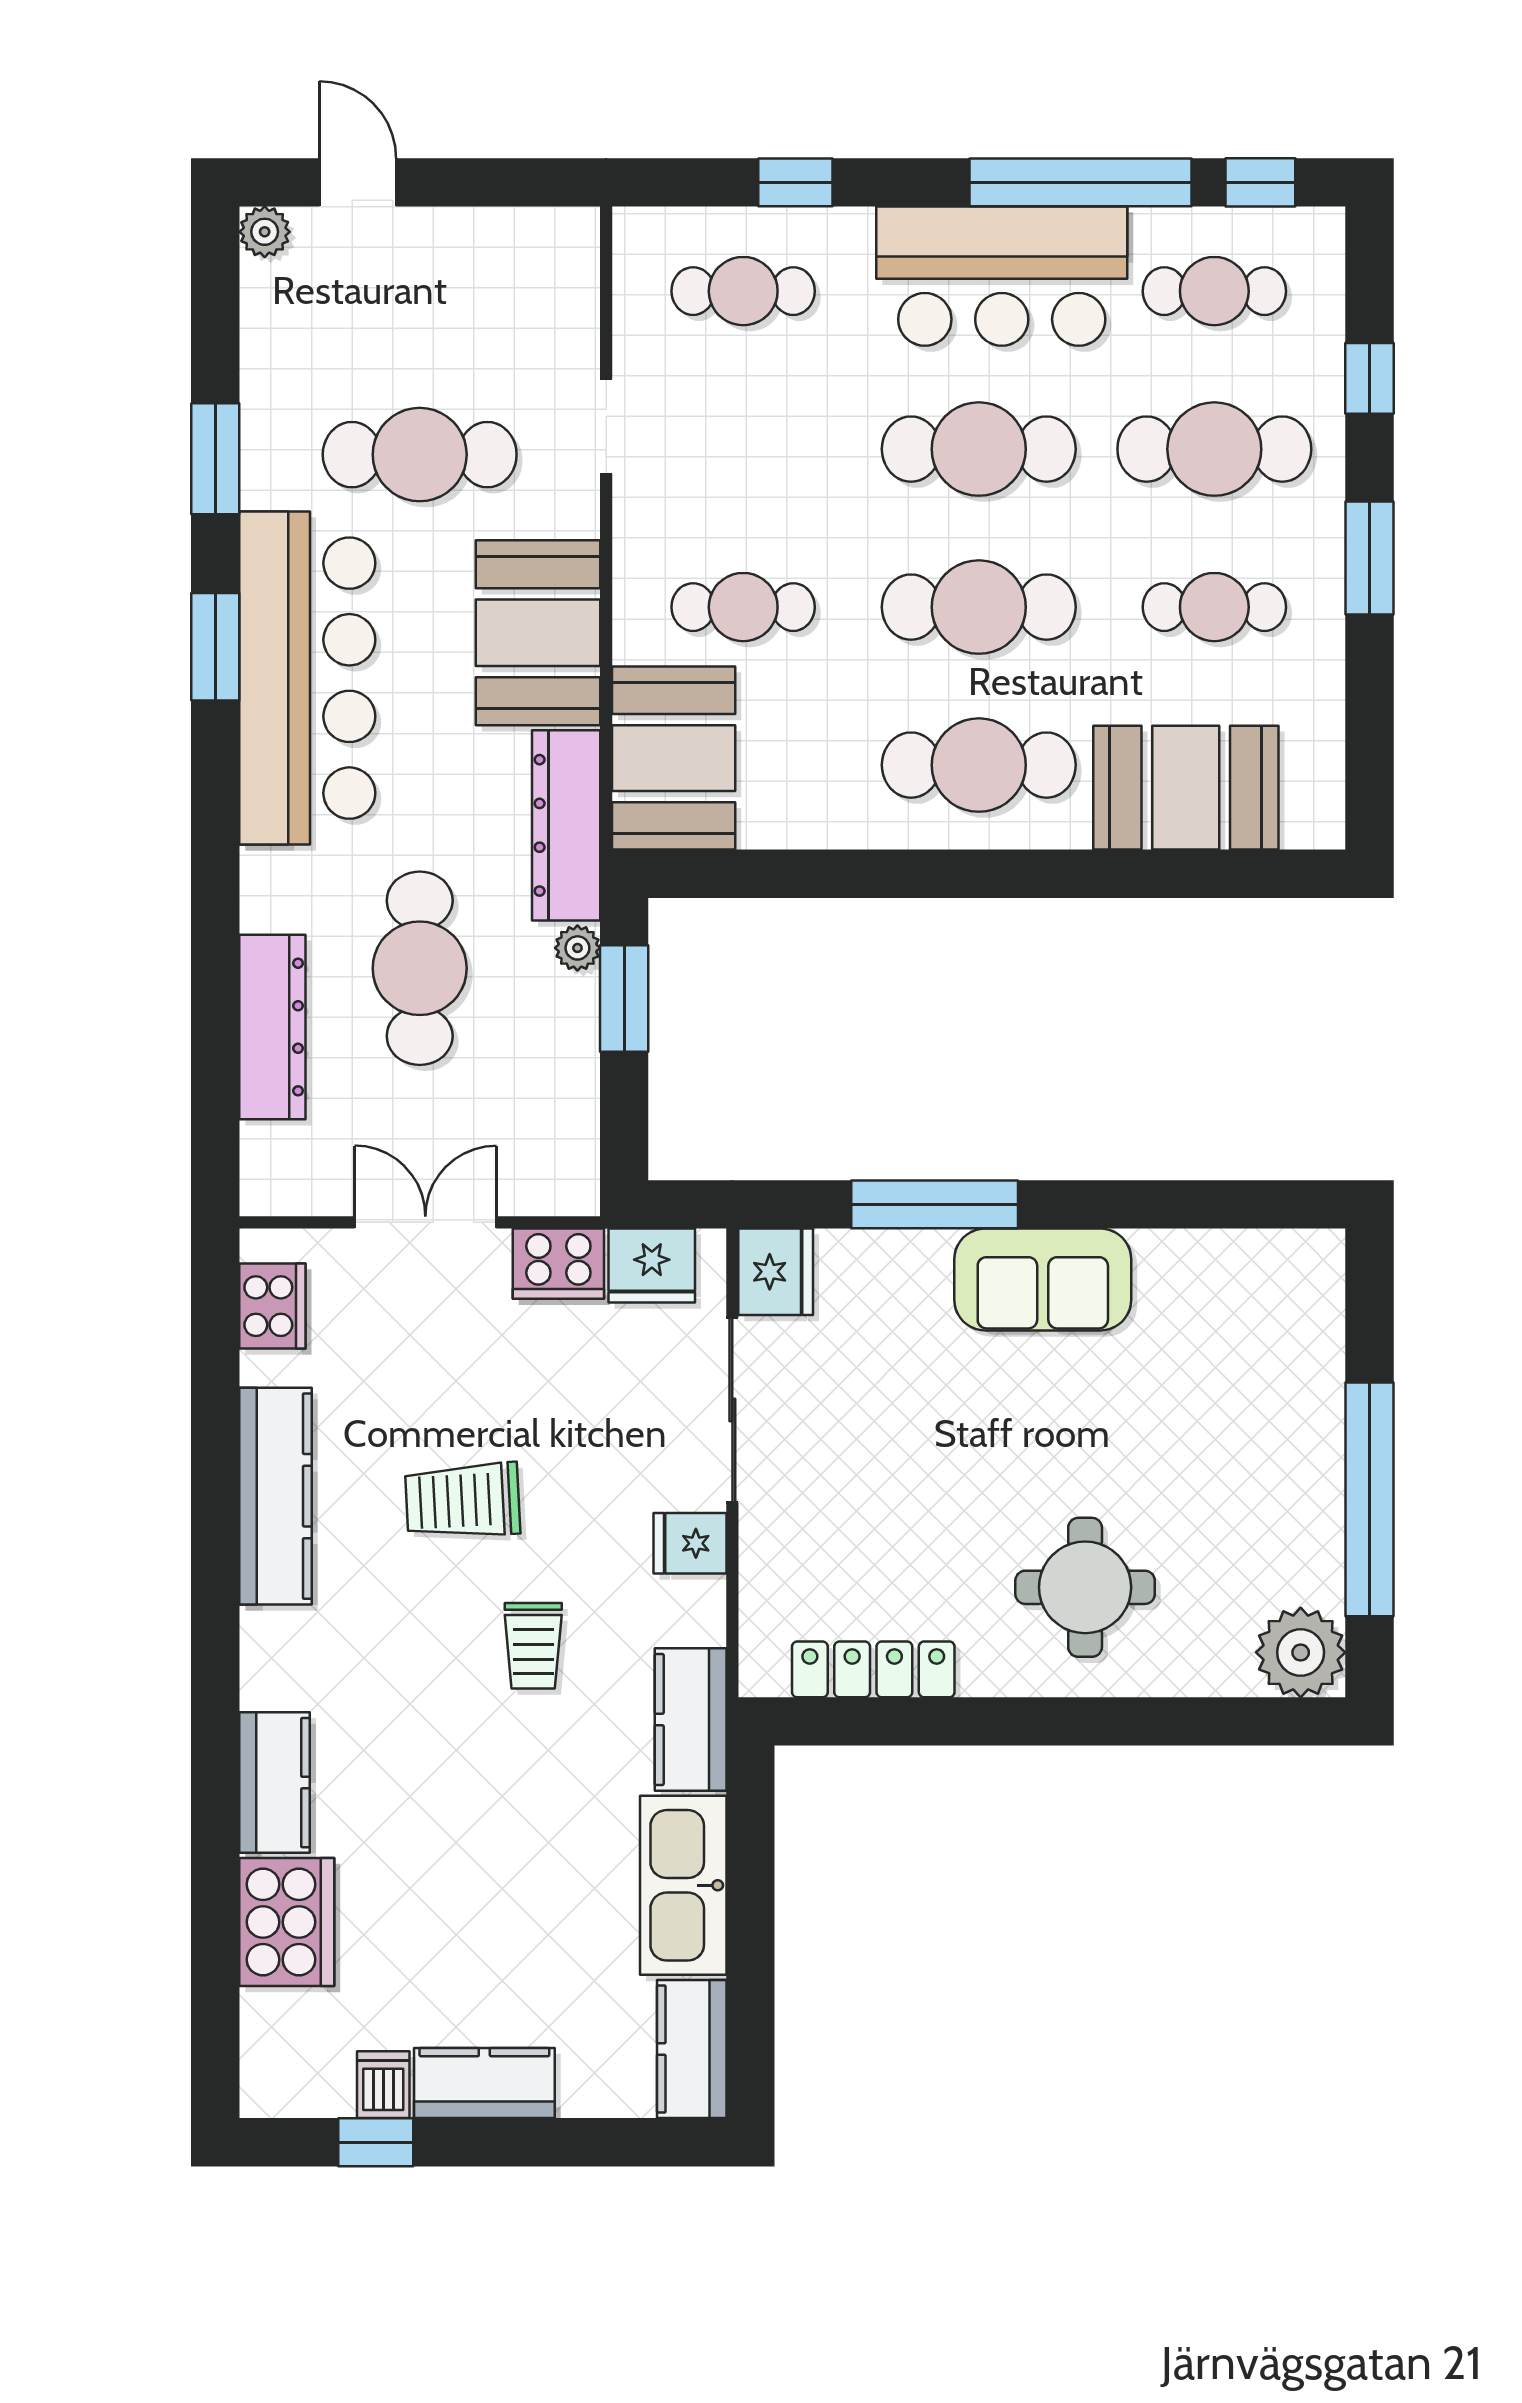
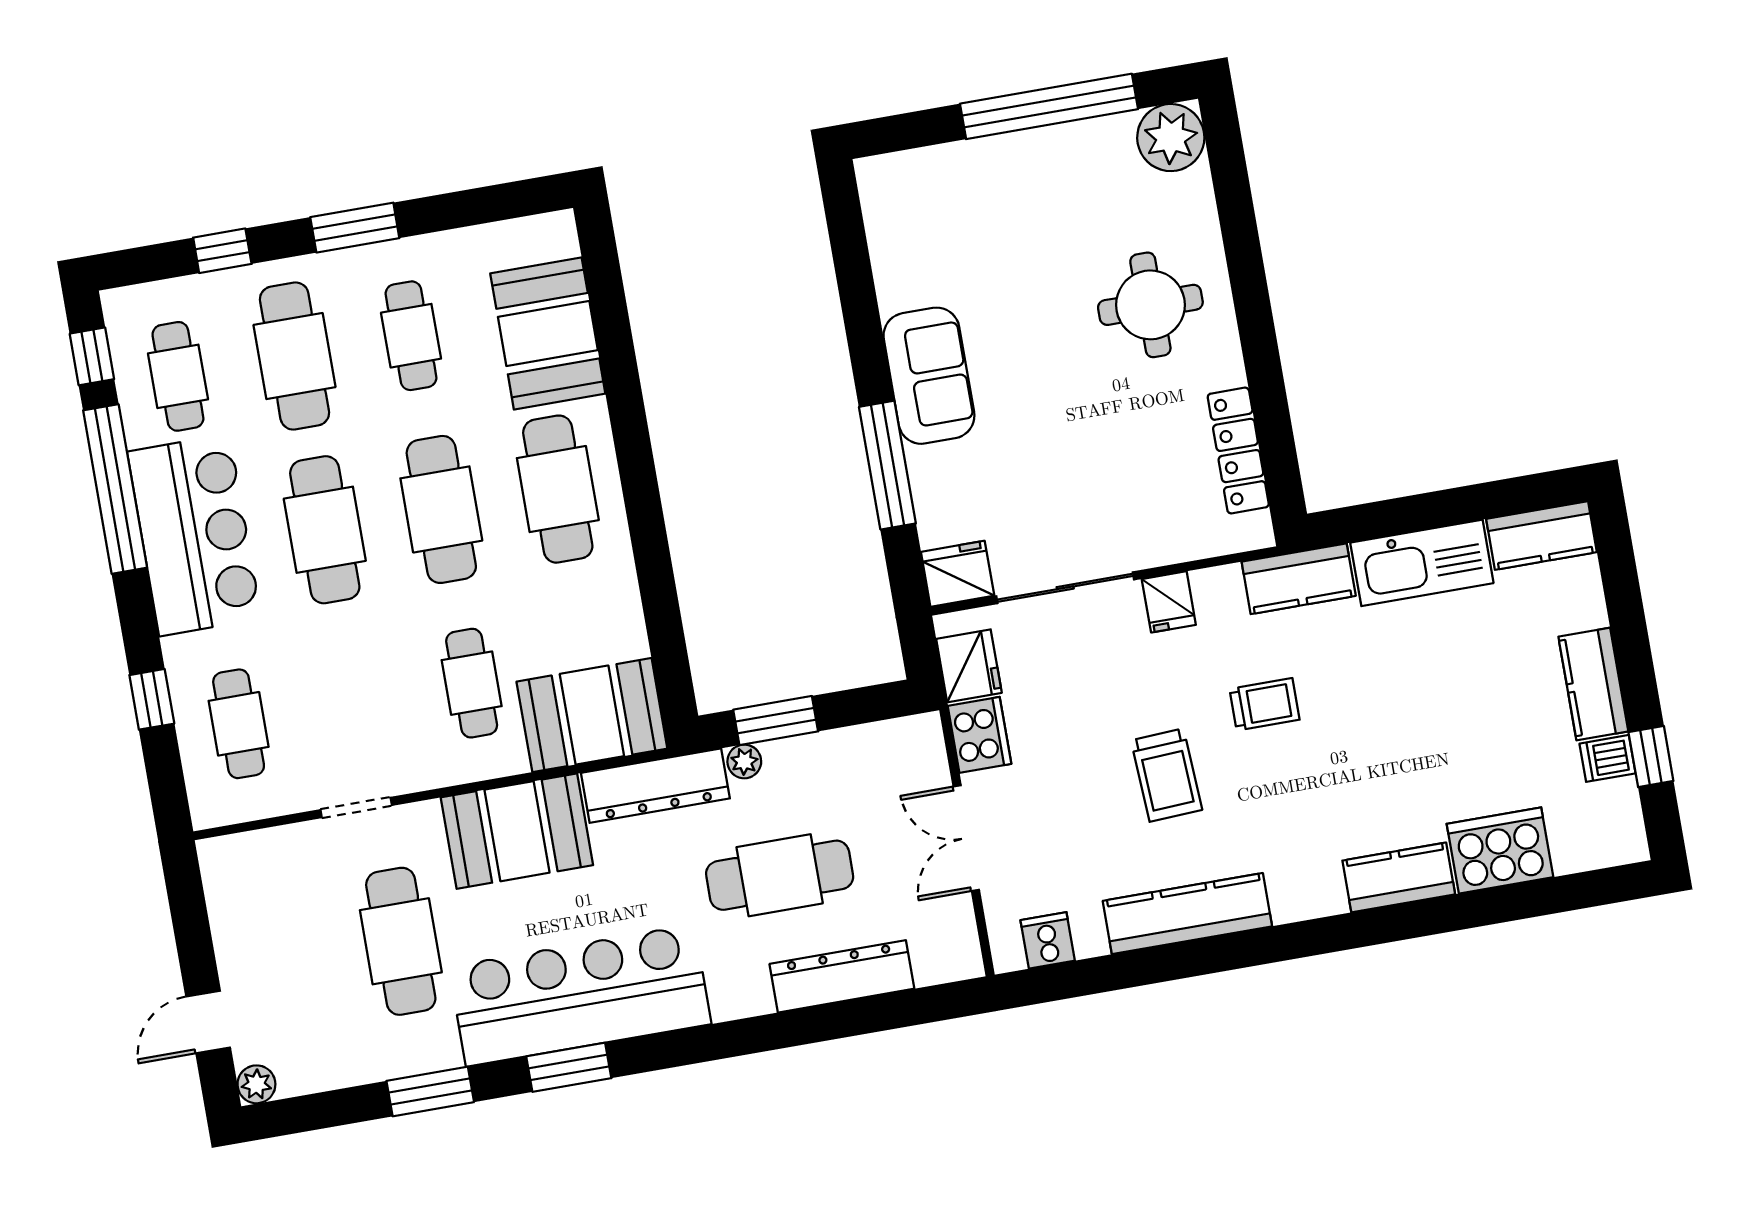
cooker: (272, 1306) -> (1048, 940), width x0.73

